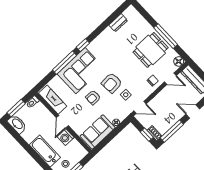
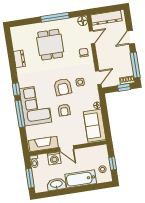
dresser: (118, 23) -> (19, 59), moved
dining table: (151, 50) -> (50, 45), moved
washbasin: (17, 124) -> (56, 184), moved
washing machine: (66, 137) -> (54, 158), moved

